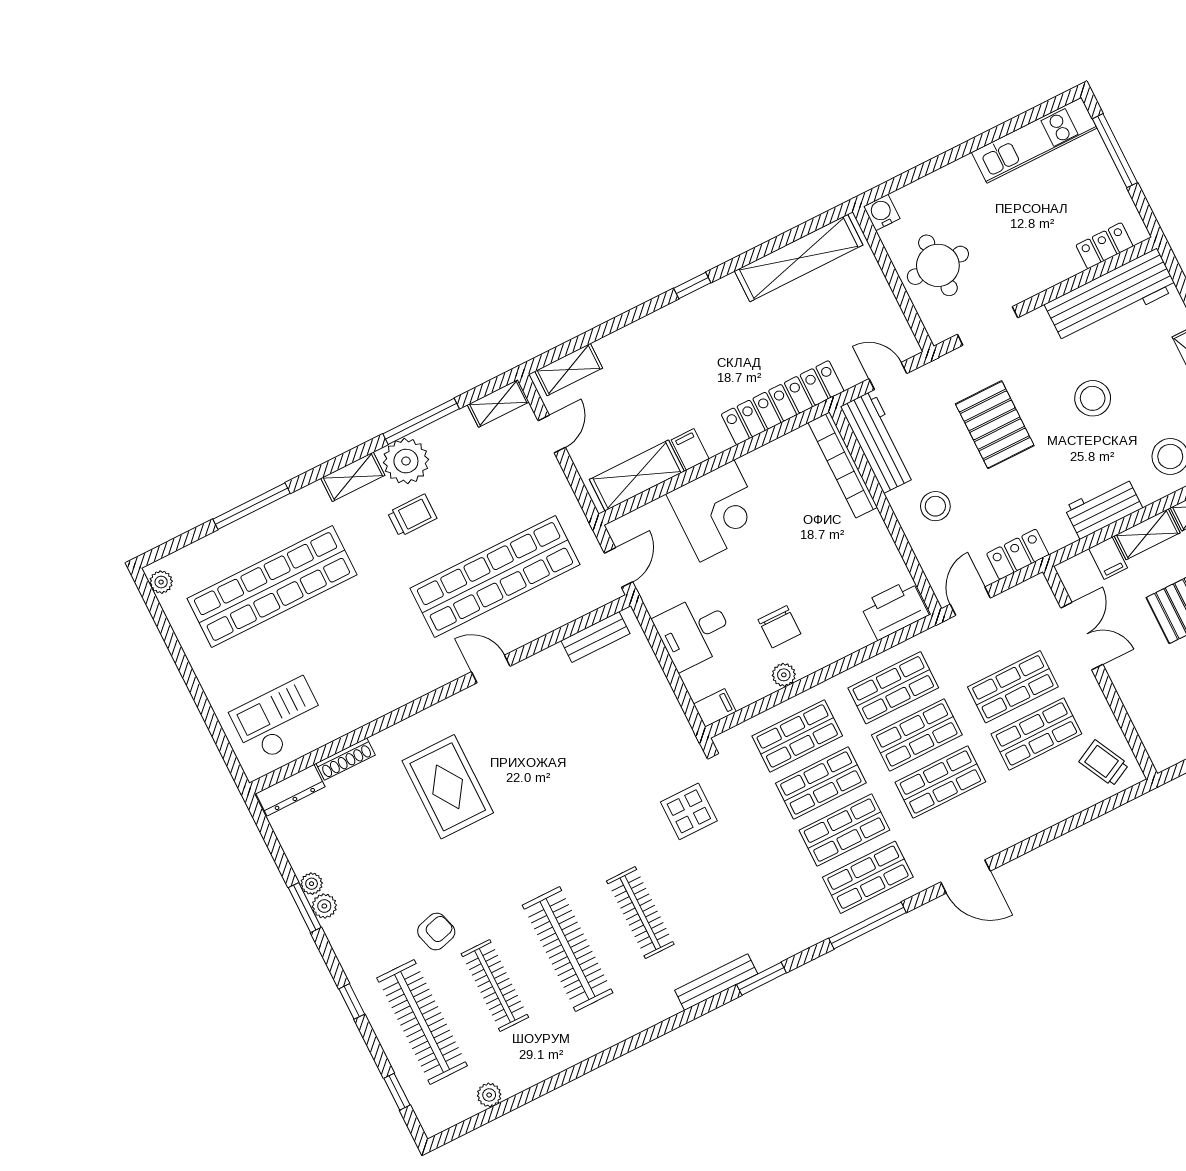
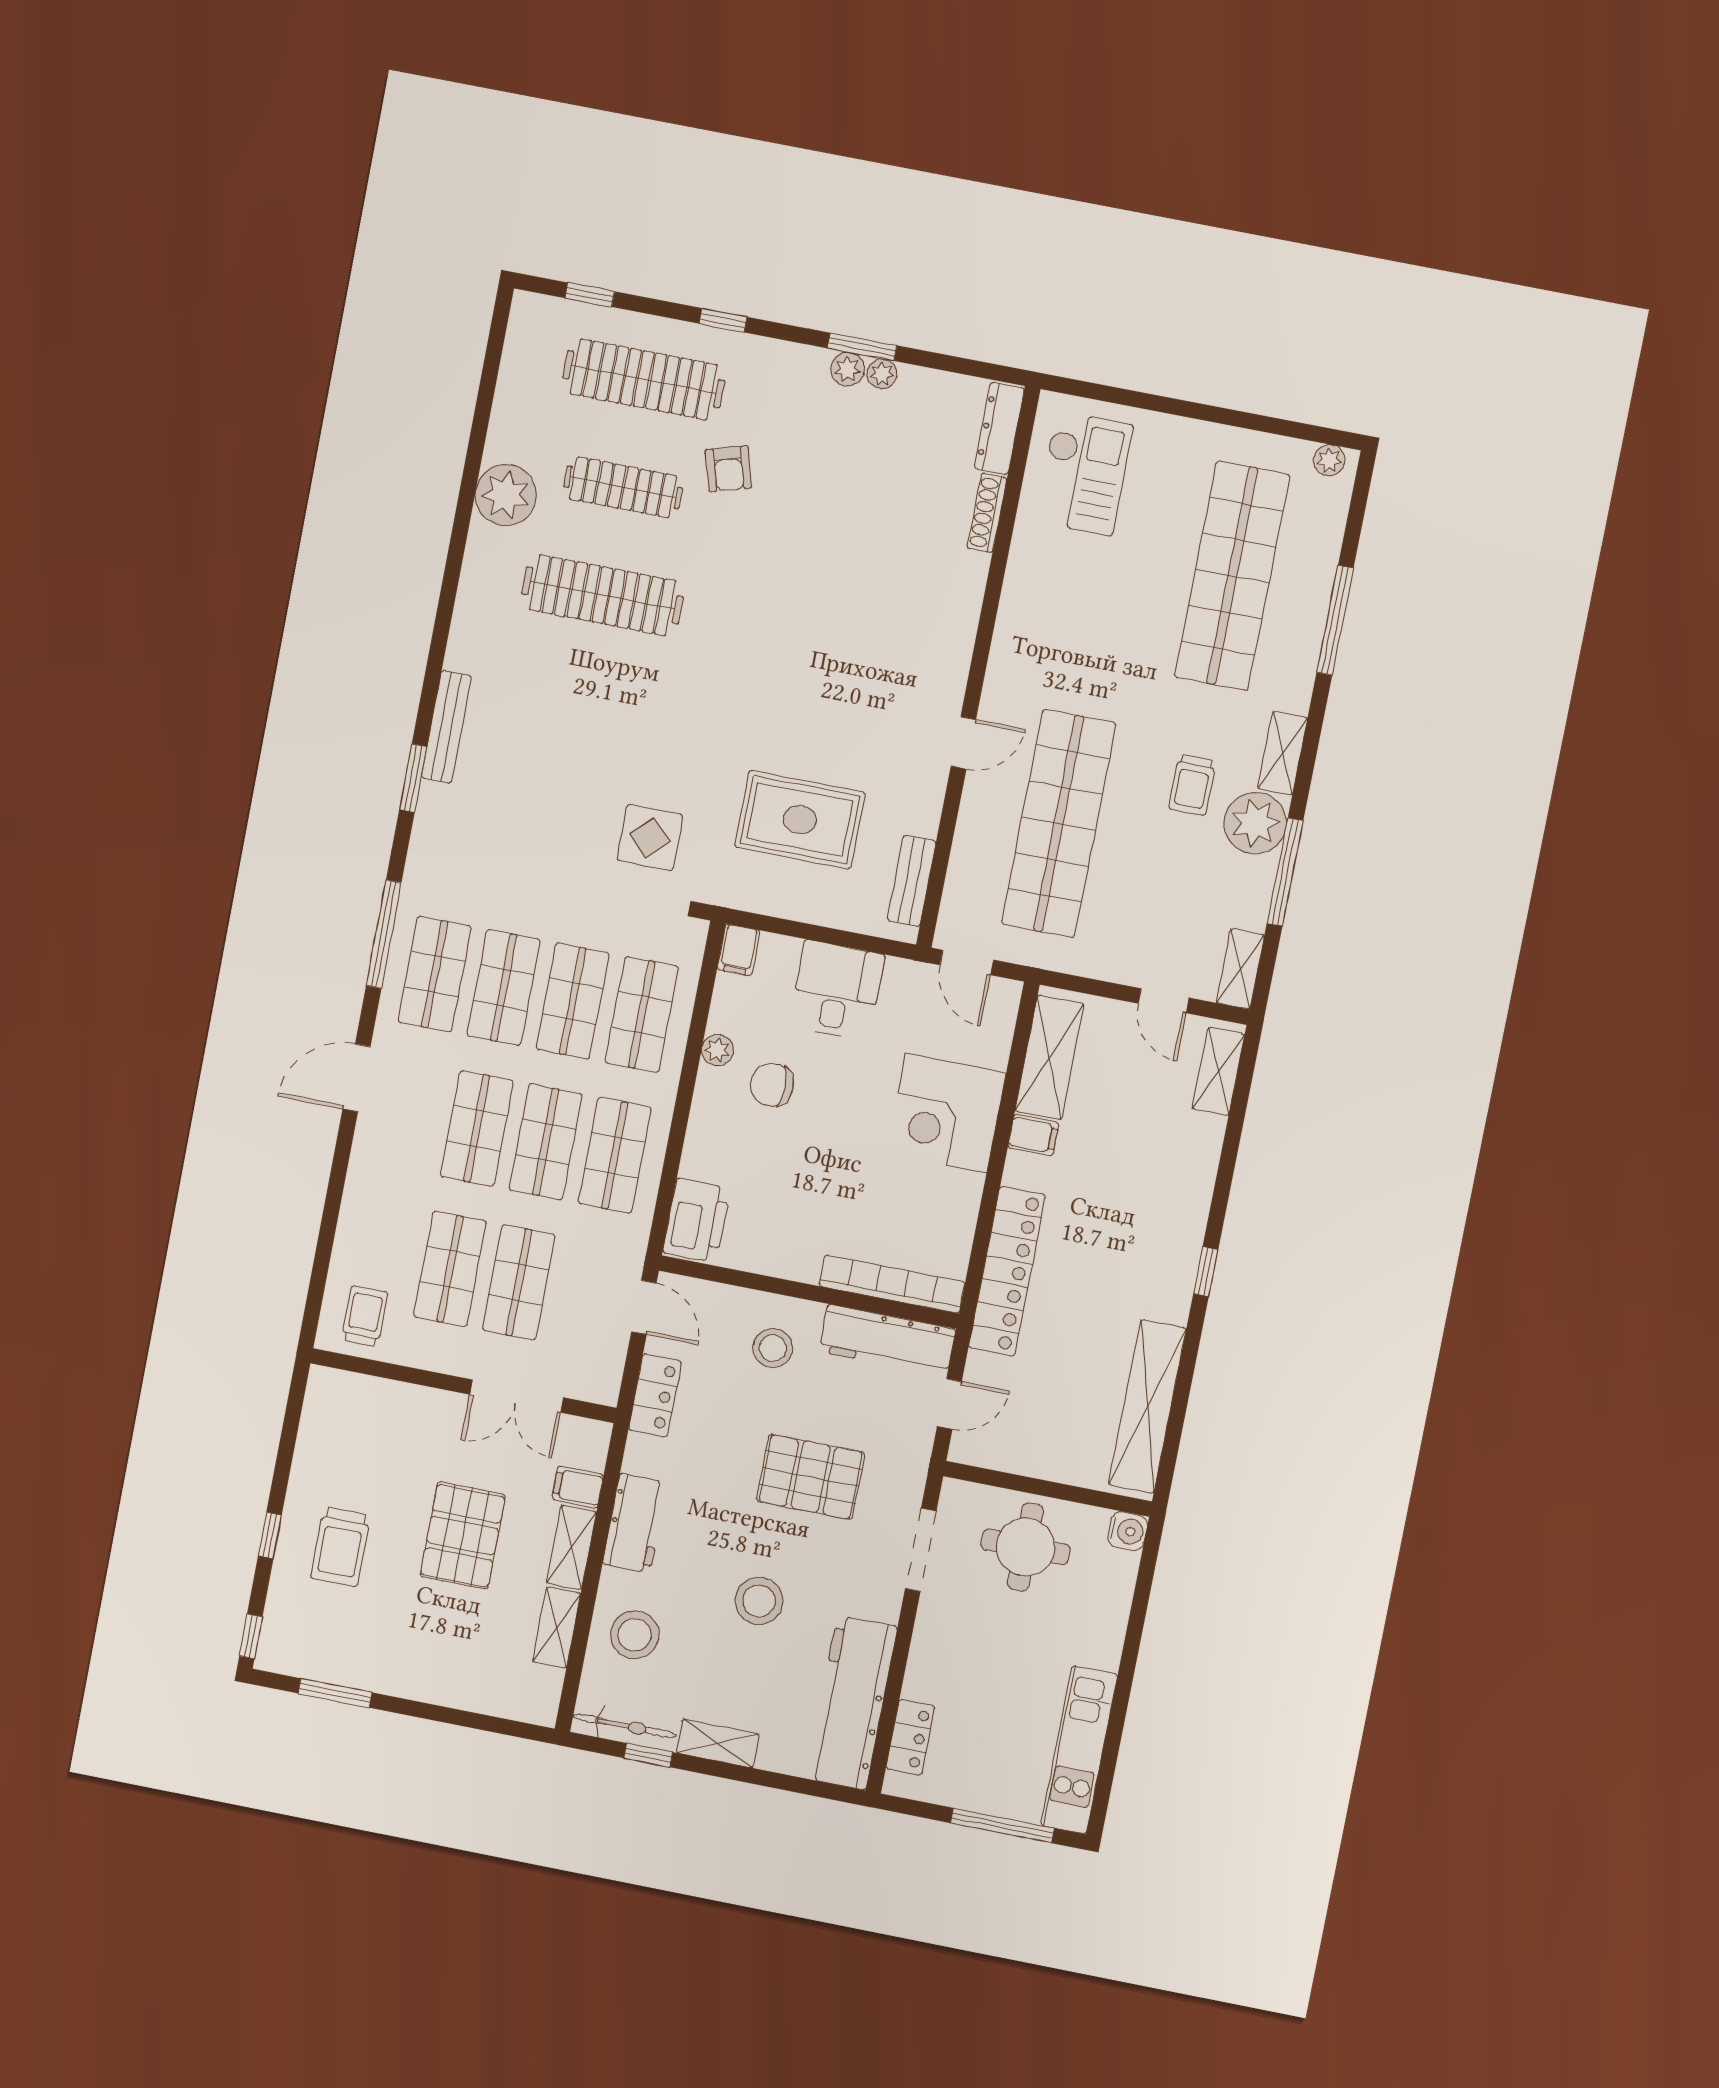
trolley: (1104, 763) -> (365, 1316), turned -63
rug: (448, 787) -> (800, 820), moved
clothes rail: (640, 913) -> (582, 703), removed
plant: (489, 1095) -> (506, 495), moved, width x1.87, depth x1.87

